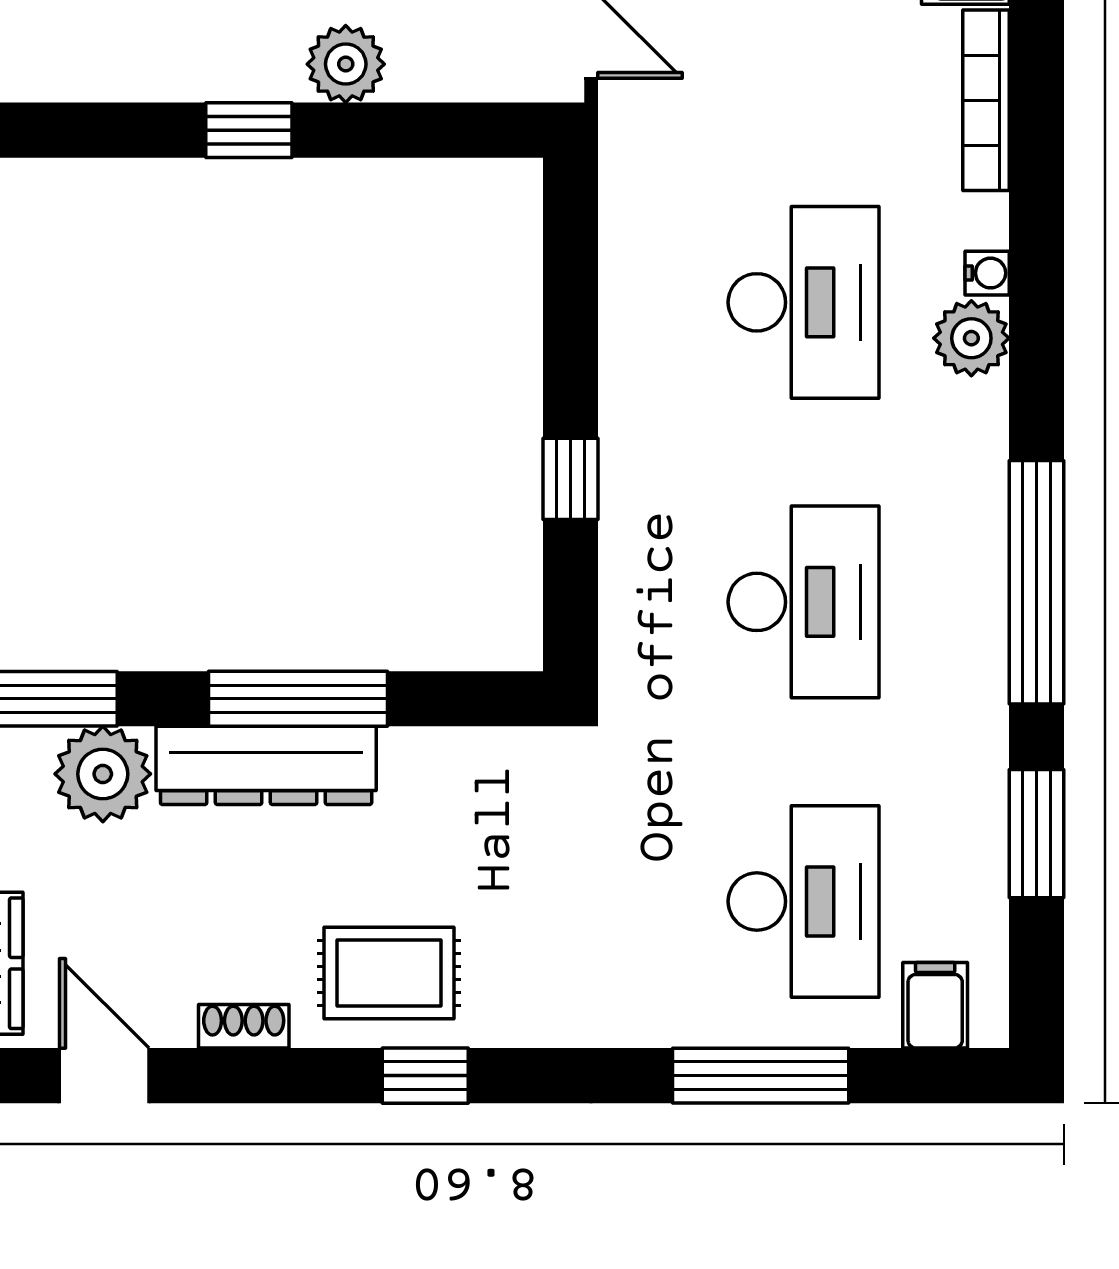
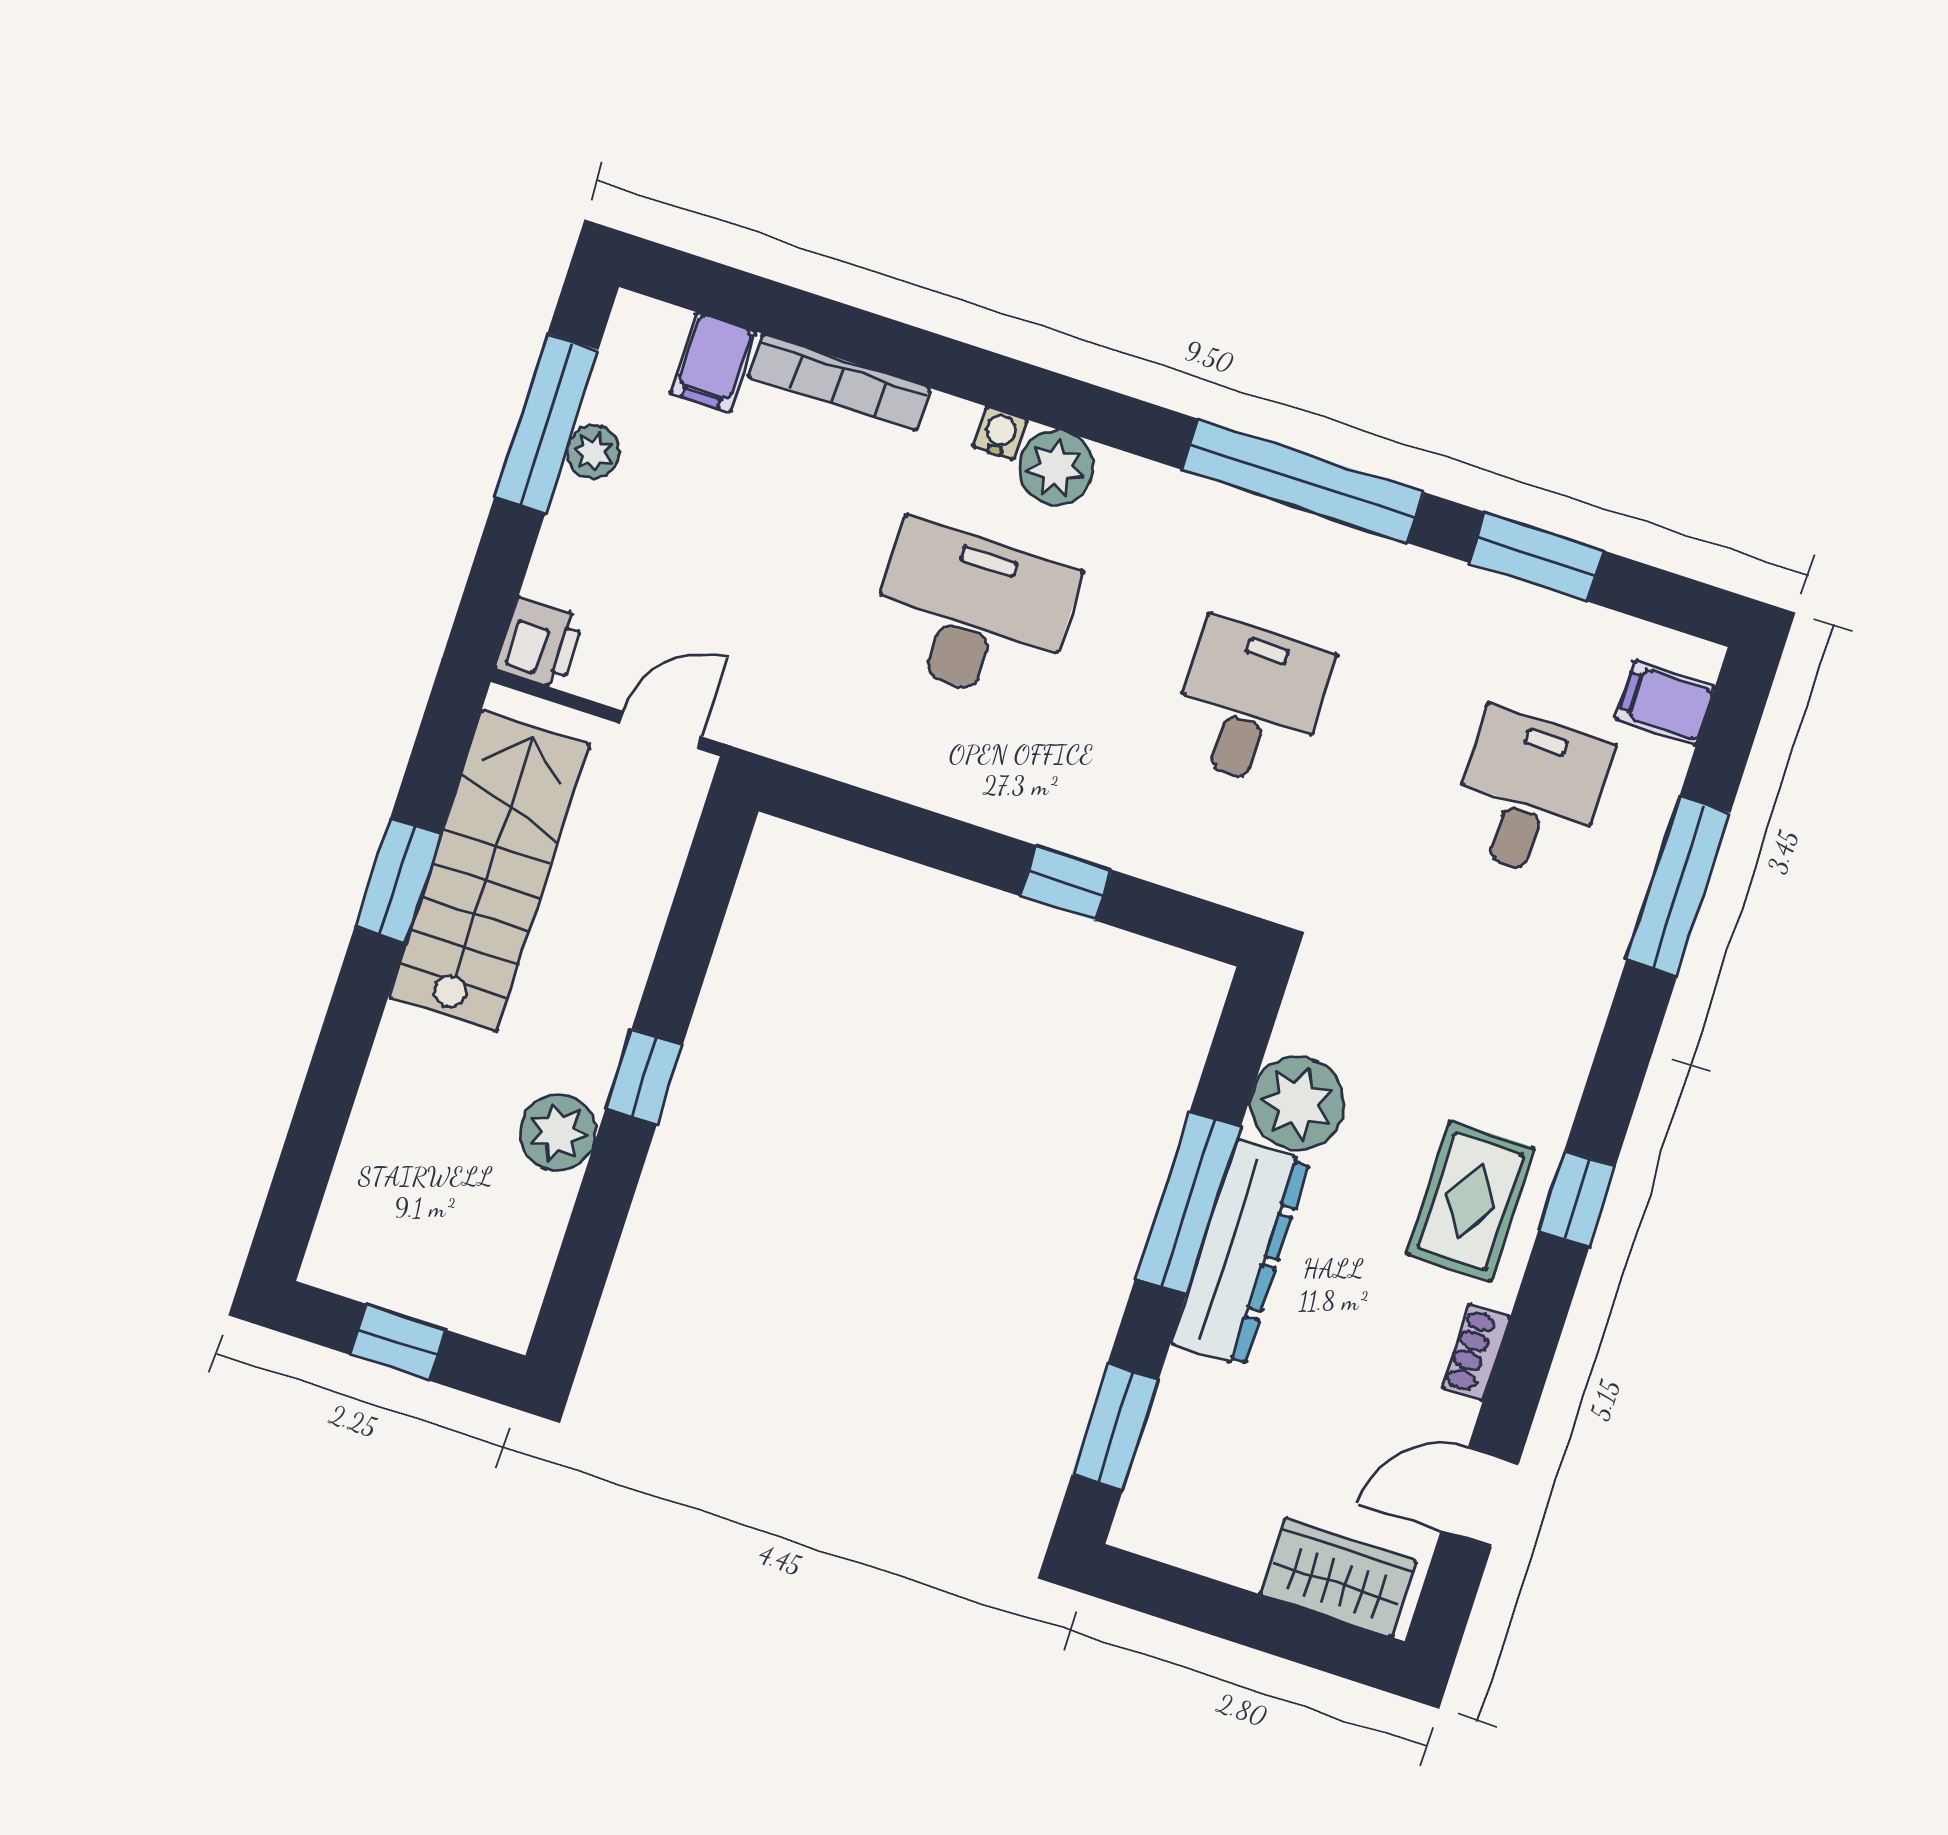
plant: (346, 64) -> (558, 1133), moved
desk: (804, 602) -> (1251, 703), width x0.73
plant: (103, 774) -> (1298, 1103), moved
desk: (804, 901) -> (1529, 794), width x0.73

